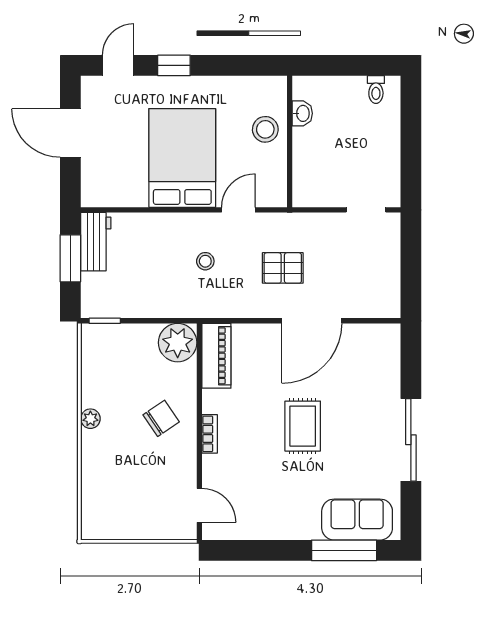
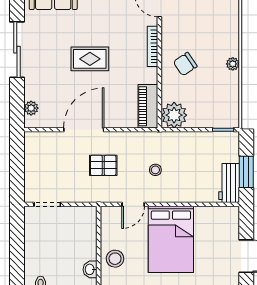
plant: (390, 353) -> (31, 108), added
rug: (303, 426) -> (90, 59), turned 90
bookcase: (210, 434) -> (152, 46), width x1.56

